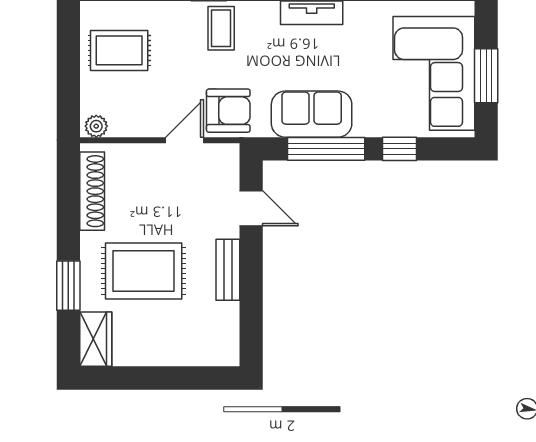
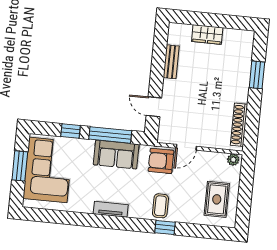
rug: (119, 50) -> (217, 199), turned 90
bench: (228, 270) -> (171, 62), moved
rug: (144, 271) -> (215, 79), removed
wardrobe: (96, 339) -> (207, 34), moved, turned -90

